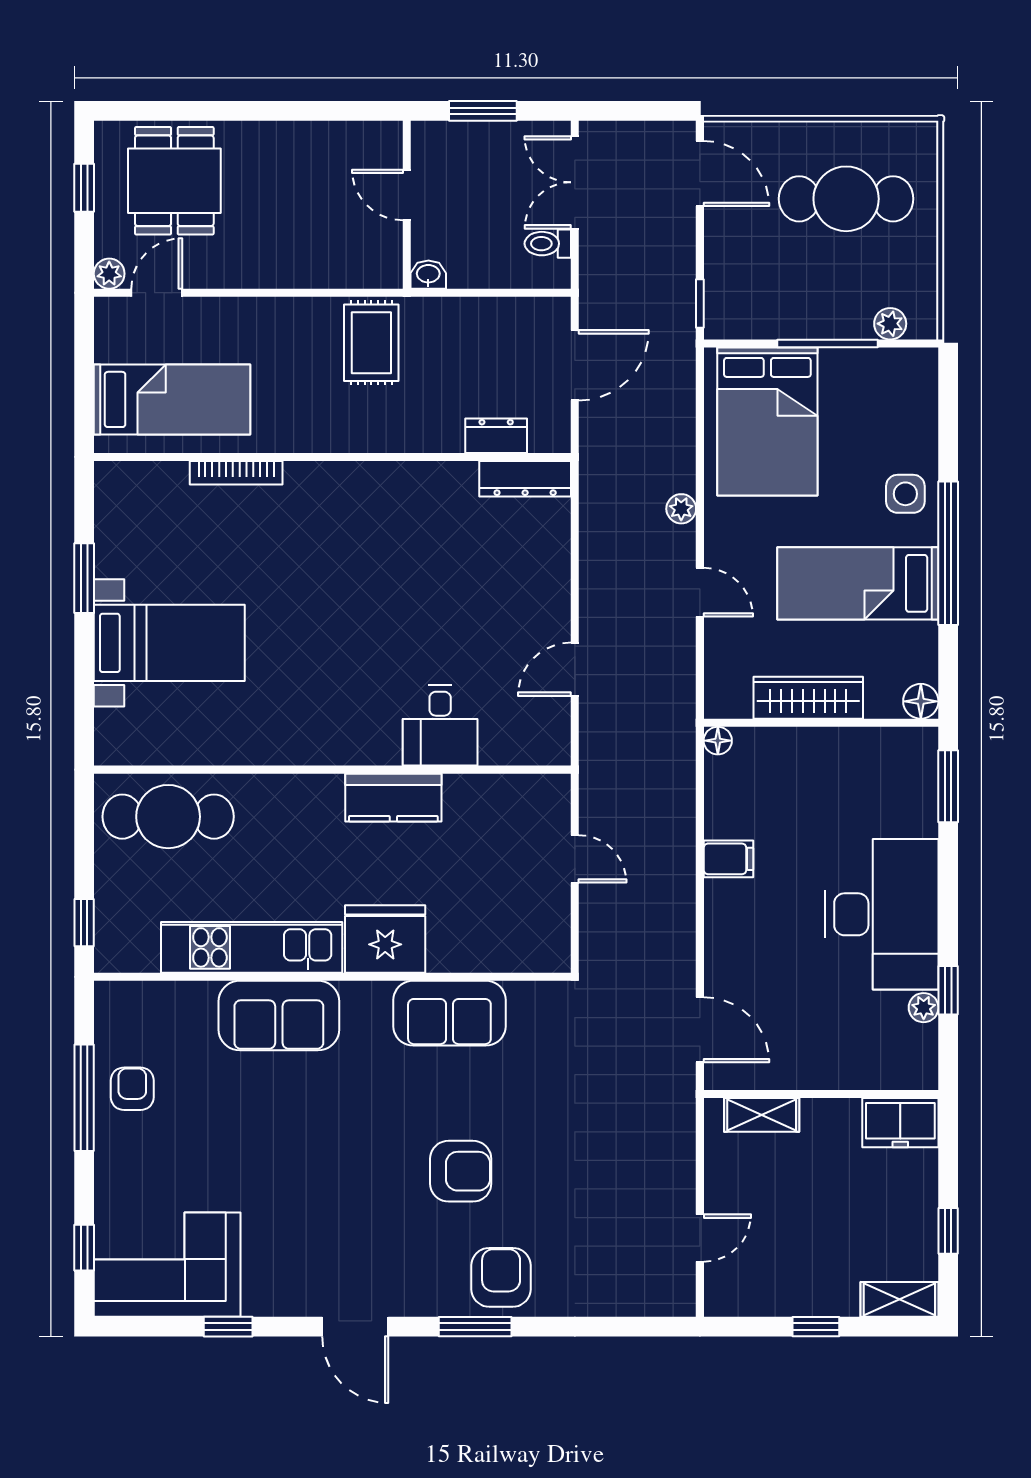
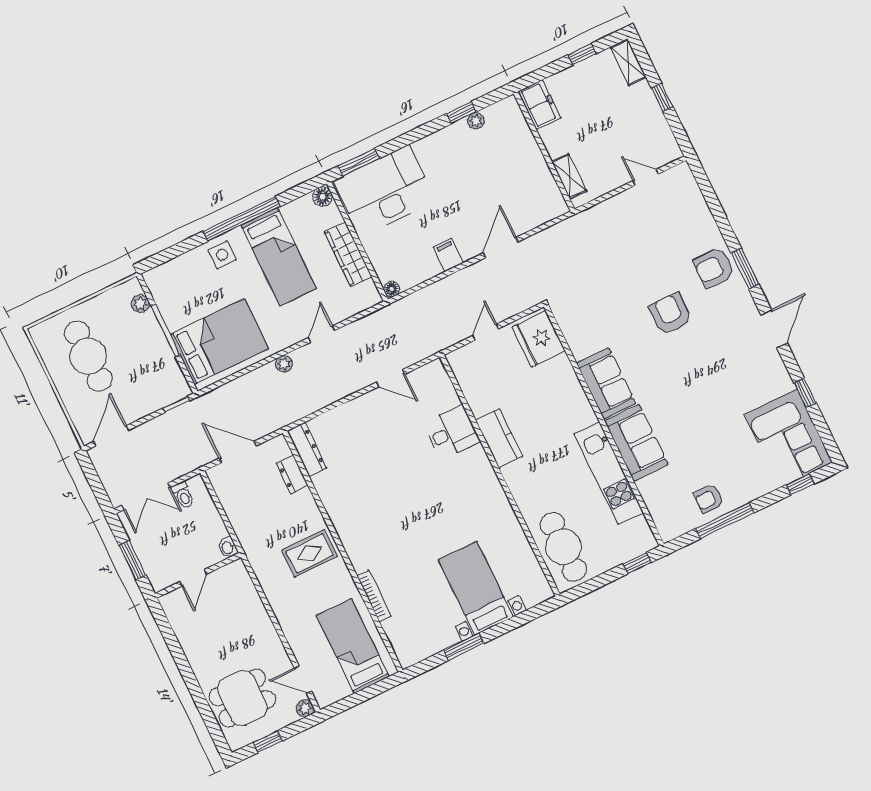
rug: (371, 343) -> (310, 553), moved
desk: (882, 914) -> (385, 191), moved
fridge: (385, 939) -> (539, 339), moved
sofa: (449, 1013) -> (606, 383), moved
door: (700, 1030) -> (501, 247), moved

